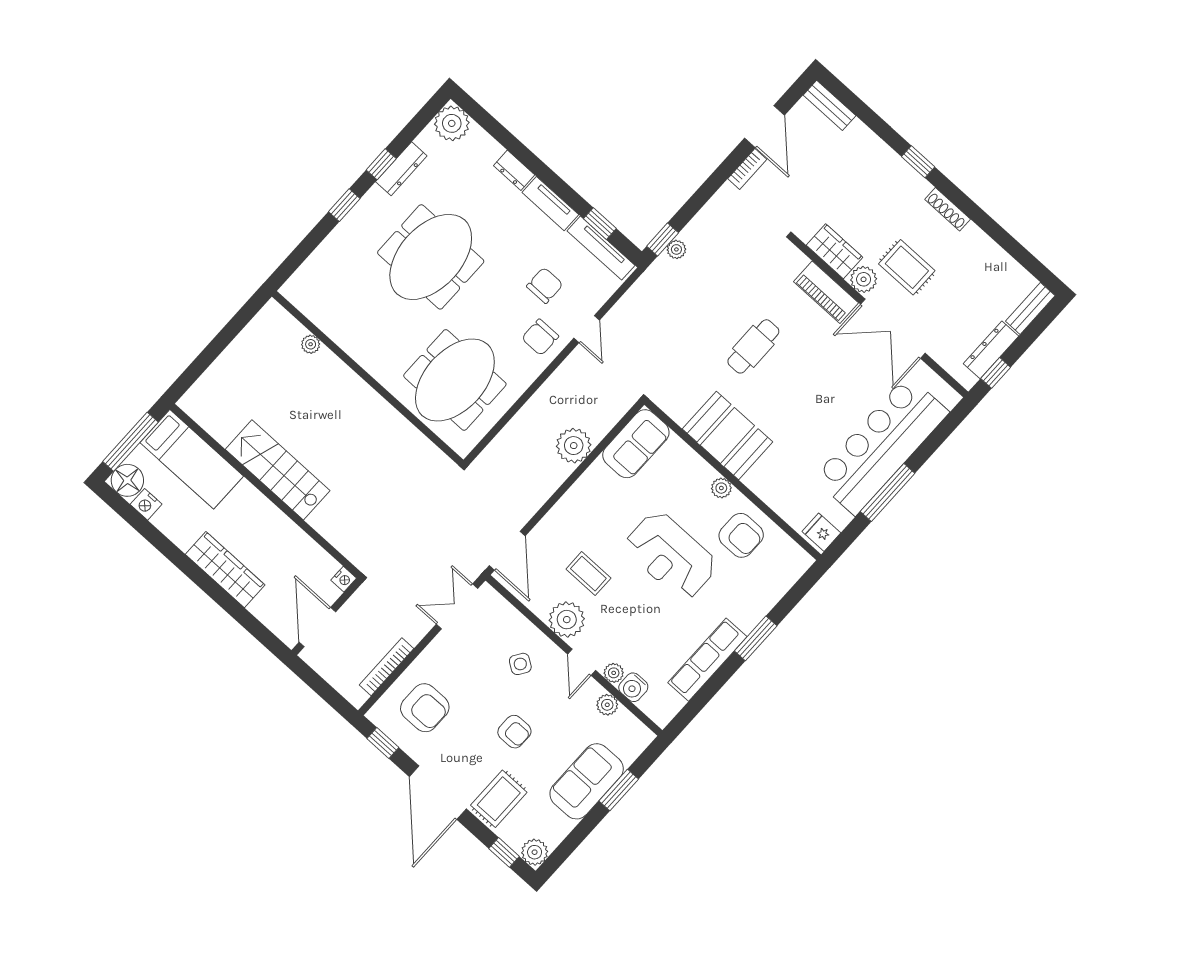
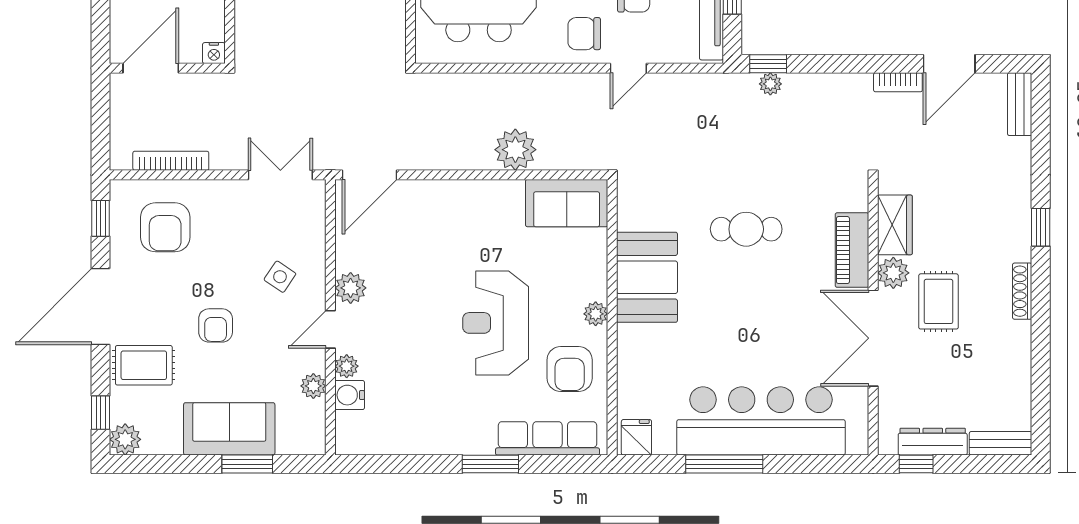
coffee table: (588, 574) -> (414, 265), removed
plant: (567, 620) -> (351, 288), width x0.73, depth x0.73
row of seats: (707, 660) -> (547, 438), moved

